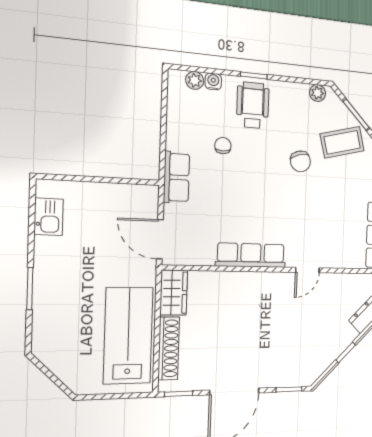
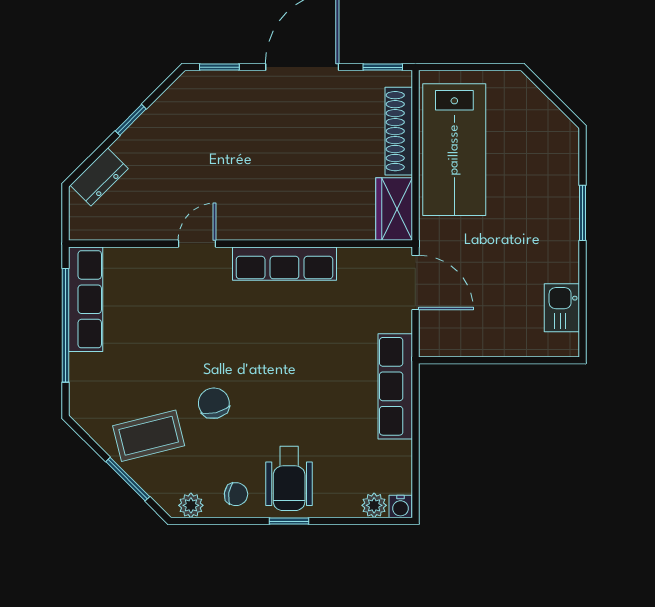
water cooler: (213, 81) -> (400, 507), moved
chair: (223, 146) -> (236, 494), moved, turned -81
row of seats: (176, 177) -> (395, 386), width x1.48

